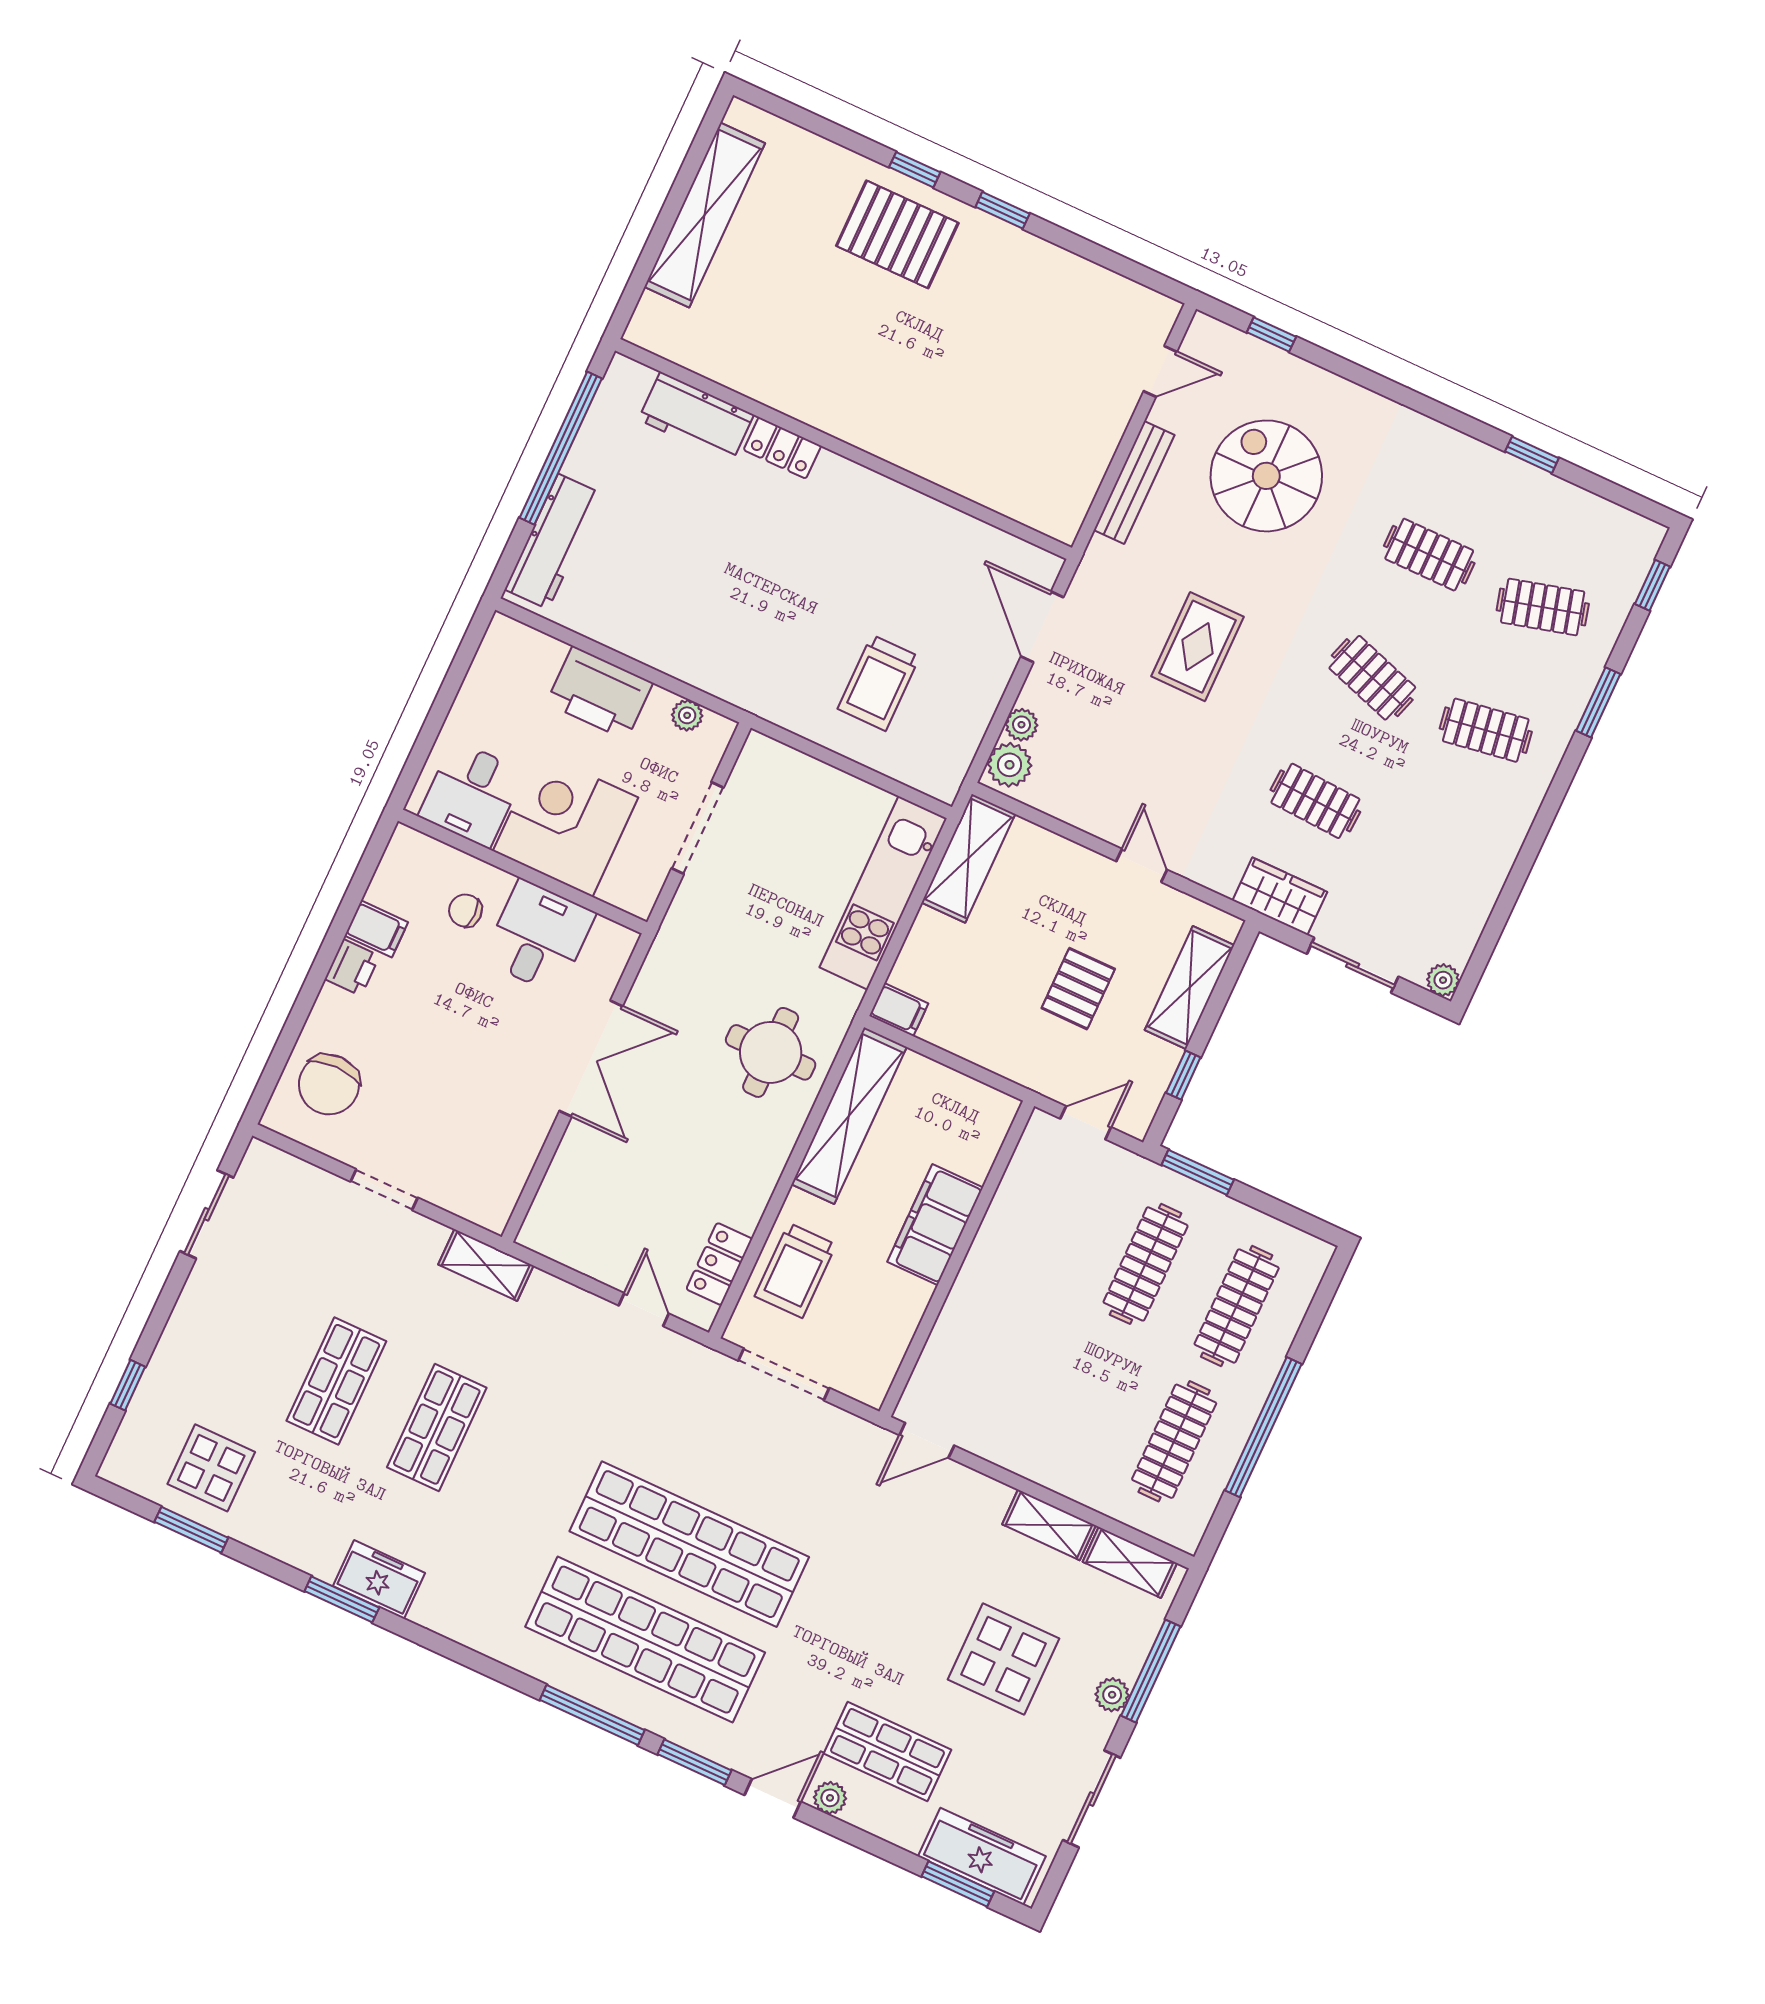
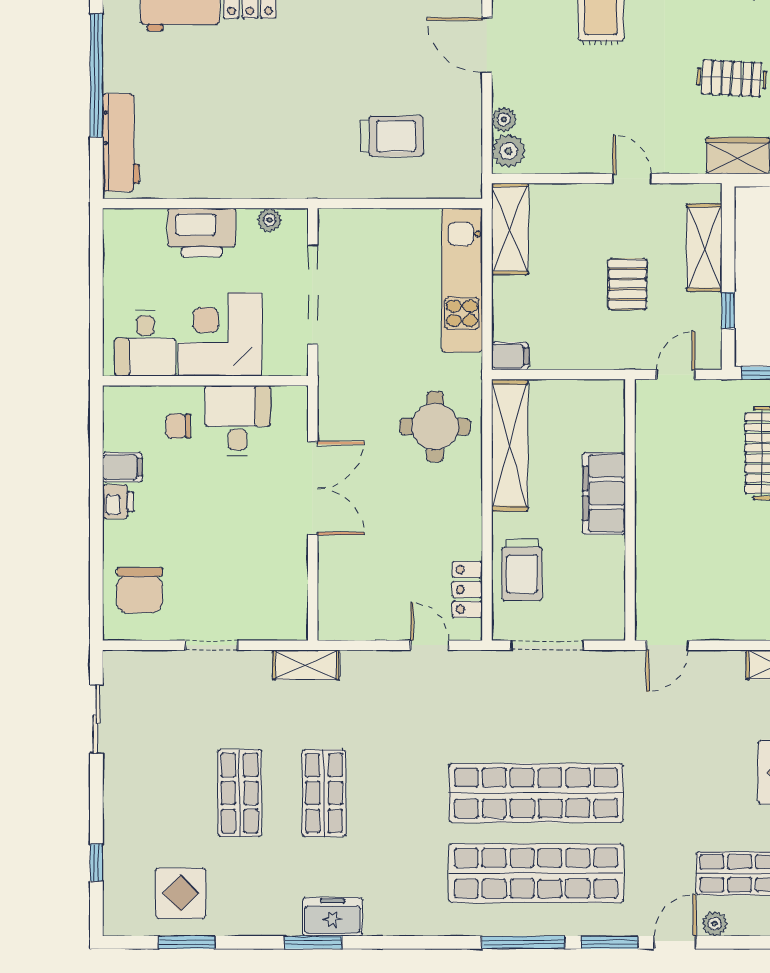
trolley: (879, 683) -> (392, 136), turned -90
doorway: (698, 828) -> (313, 295), width x1.36

